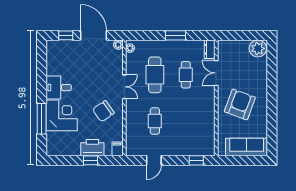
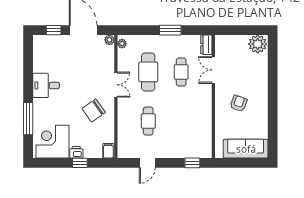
armchair: (240, 104) -> (238, 103), width x0.53, depth x0.53
corner desk: (62, 115) -> (52, 142), moved, turned -90
printer: (92, 148) -> (76, 152), width x0.53, depth x0.68

